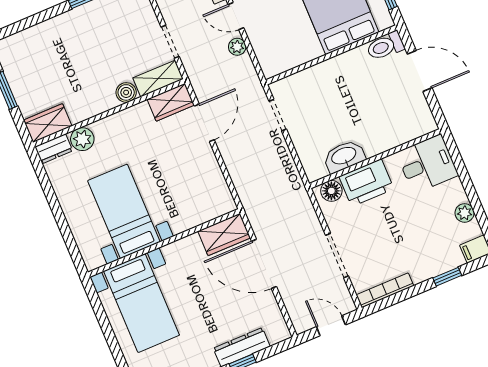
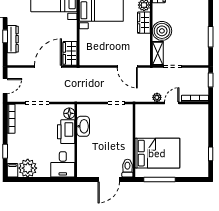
boiler: (126, 92) -> (162, 31), width x1.86, depth x1.86
wardrobe: (171, 102) -> (144, 23), moved
plant: (465, 213) -> (28, 168), width x1.88, depth x1.88

